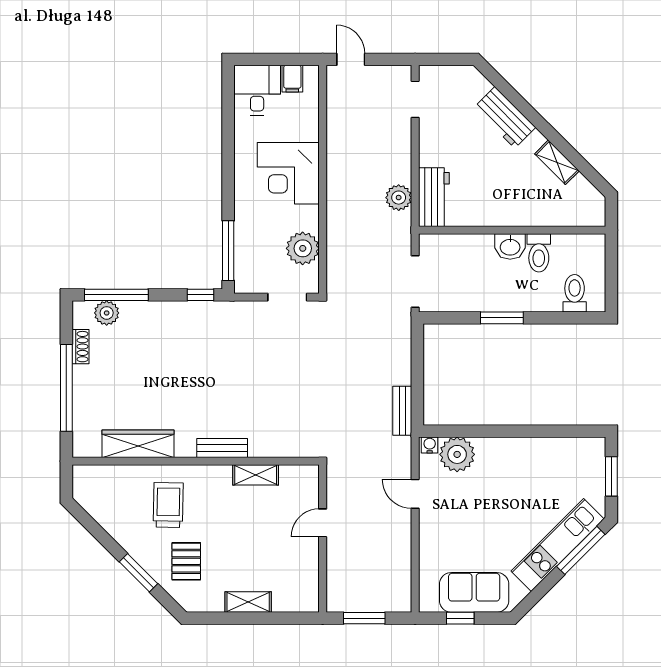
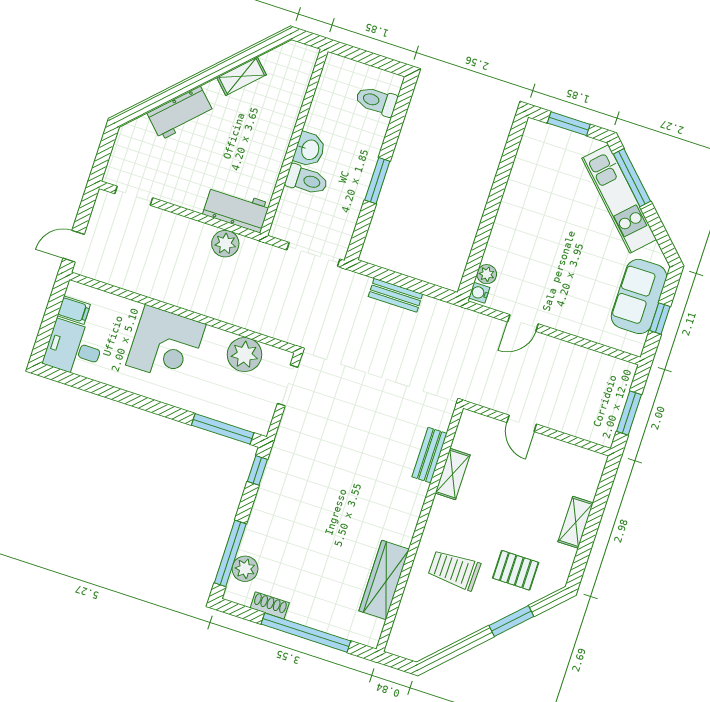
toilet: (539, 253) -> (307, 180), moved
bench: (402, 411) -> (395, 295), moved
bench: (222, 448) -> (429, 455), moved
plant: (457, 454) -> (487, 274), width x0.53, depth x0.53

